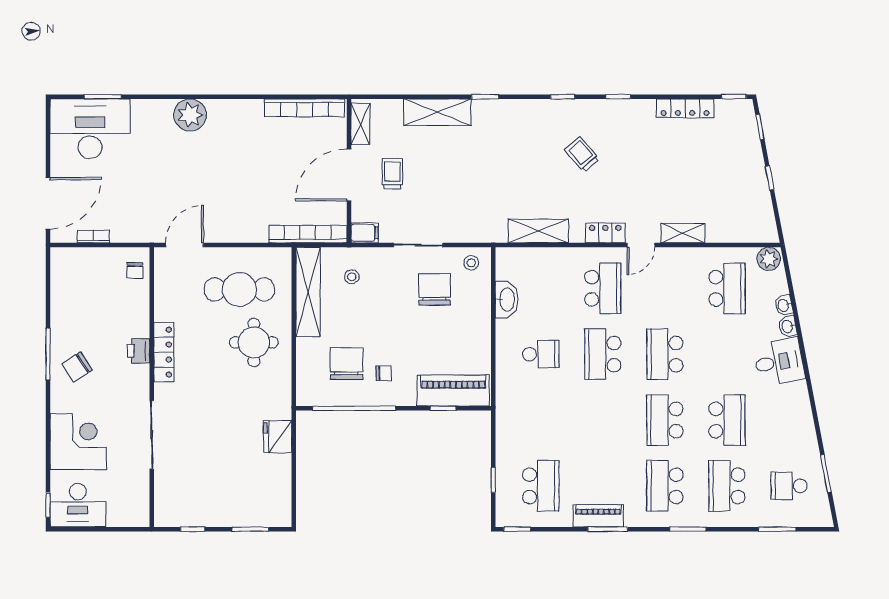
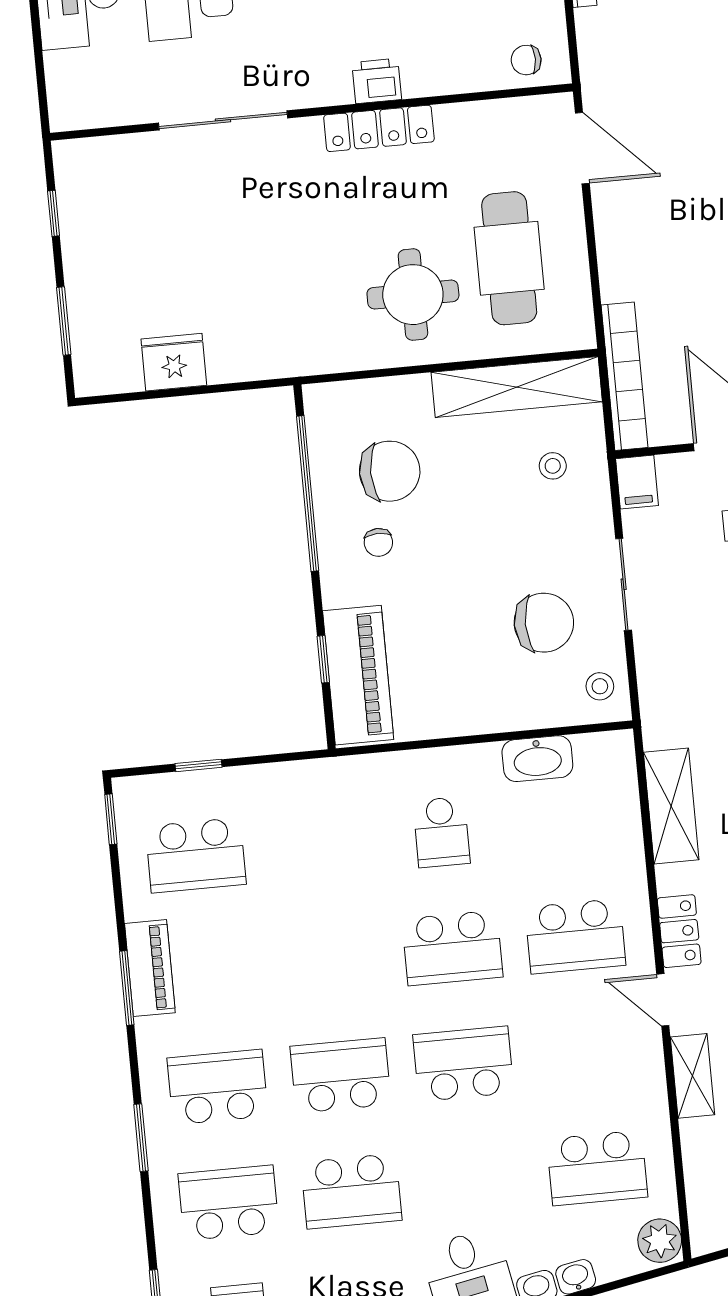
school desk: (603, 354) -> (452, 948), turned 180
fridge: (278, 437) -> (174, 362), moved

